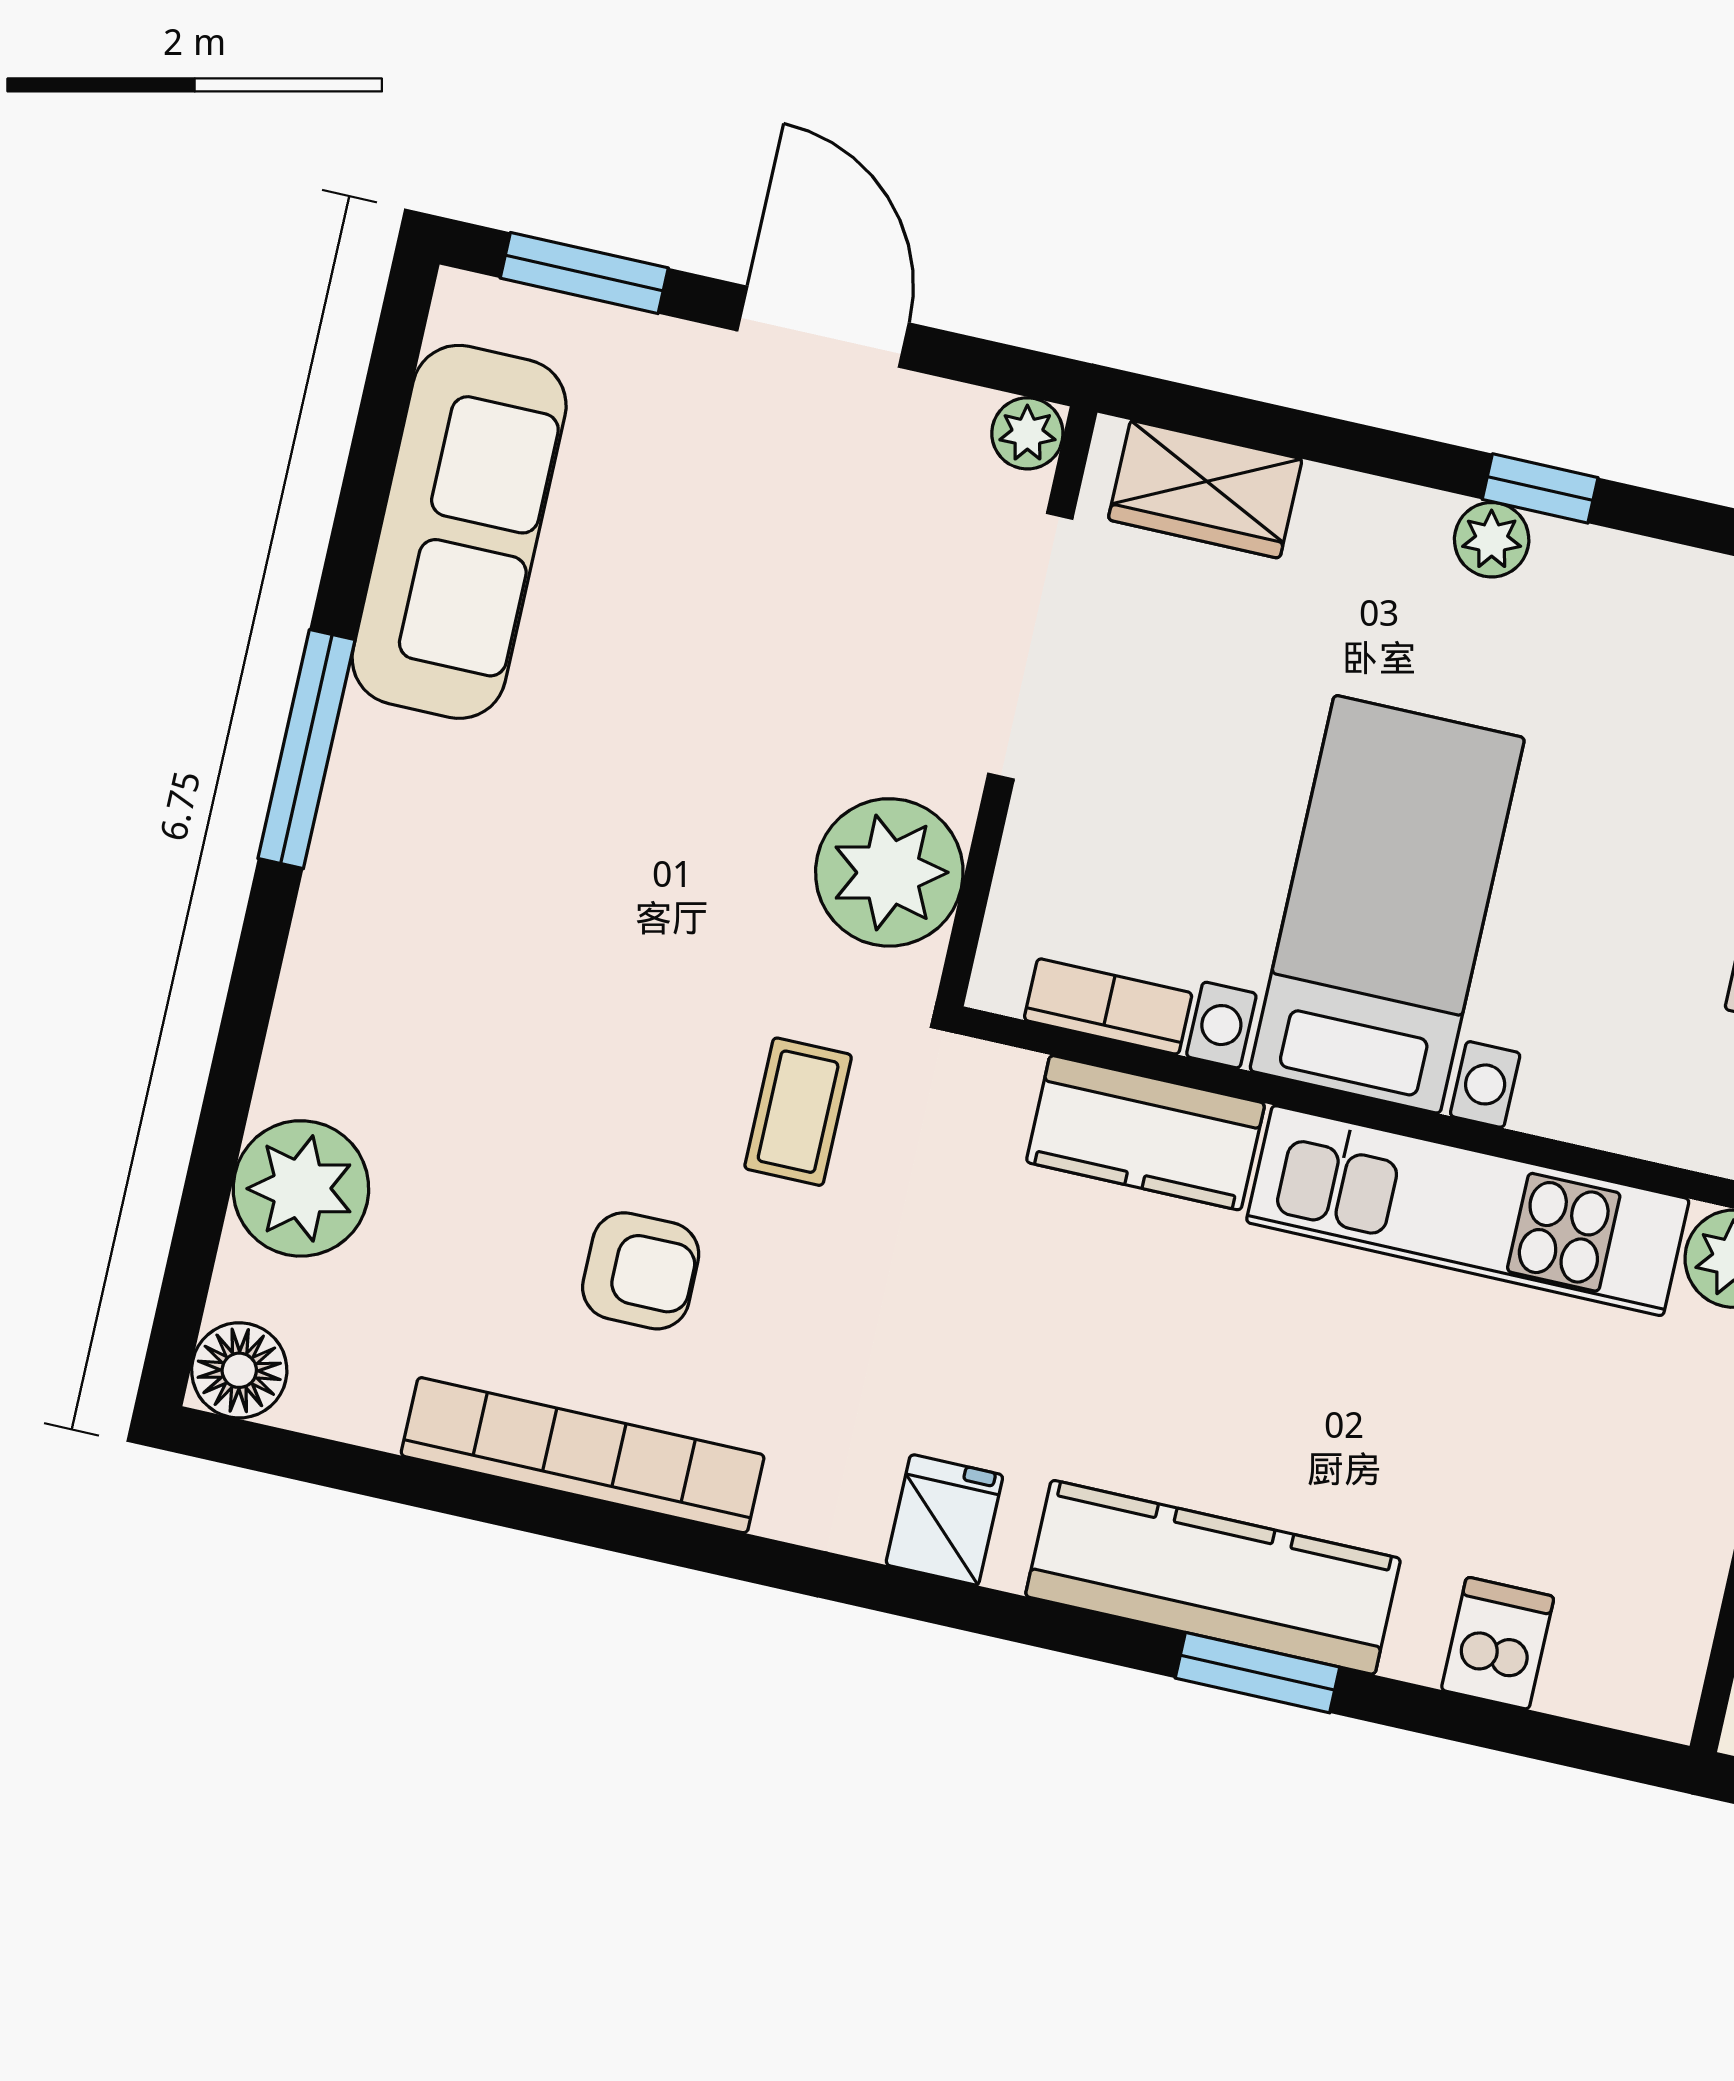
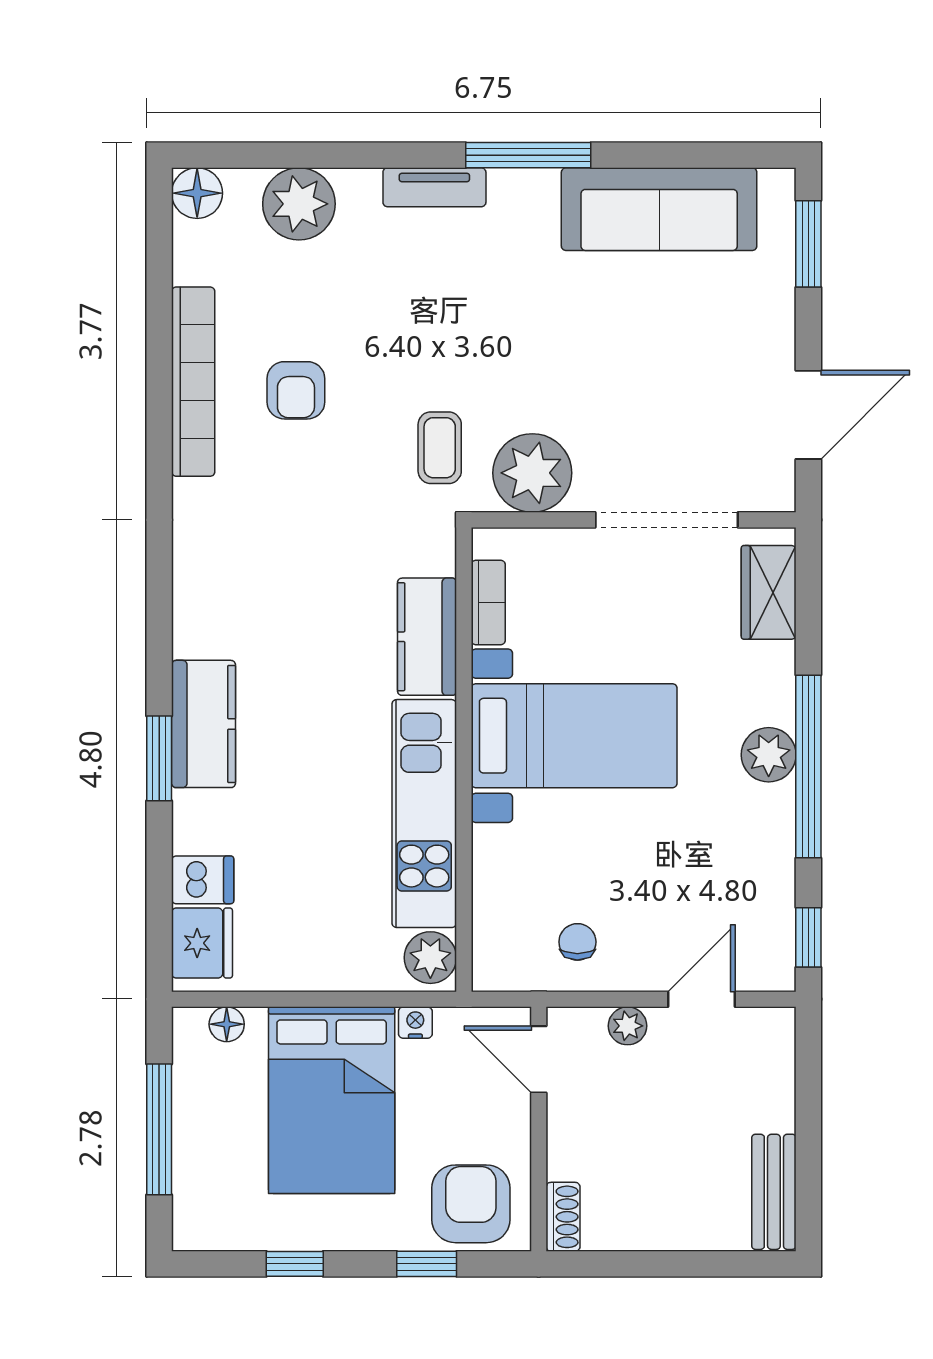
door: (823, 327) -> (808, 415), moved
plant: (1027, 433) -> (777, 493), removed
window: (1540, 488) -> (808, 767), width x3.17
plant: (1492, 540) -> (769, 755), width x1.38, depth x1.38
tv unit: (327, 934) -> (434, 187), added
coffee table: (798, 1112) -> (440, 448), moved, turned 90
fridge: (944, 1520) -> (202, 943), moved, width x1.38
kitchen counter: (1213, 1577) -> (204, 724), width x0.67

